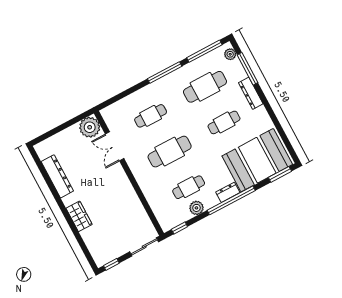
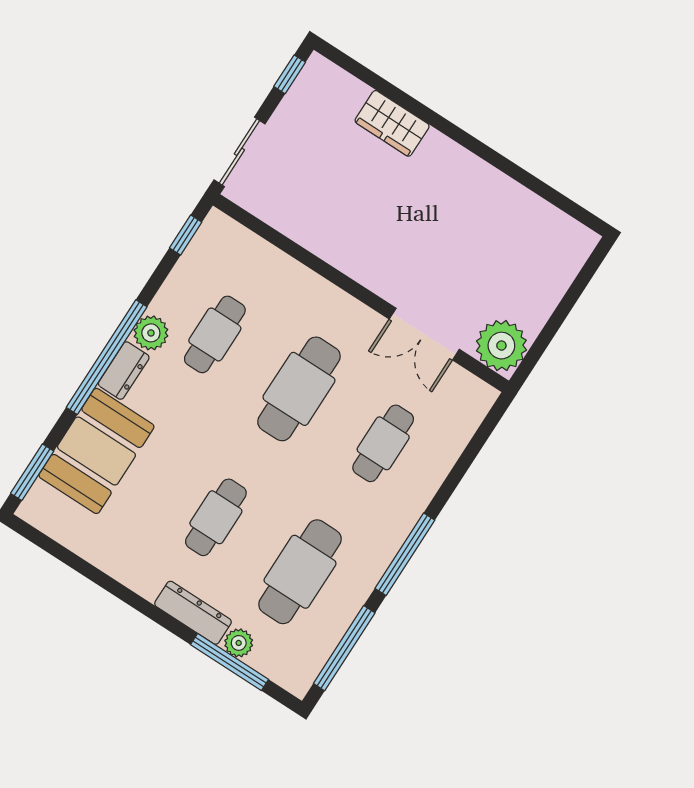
plant: (230, 54) -> (239, 643), moved
double door: (115, 146) -> (424, 334), swing flipped
booth: (257, 160) -> (96, 451), width x0.73, depth x0.70
dresser: (57, 176) -> (513, 200), removed
plant: (196, 208) -> (151, 333), moved
wardrobe: (79, 216) -> (392, 123), moved

